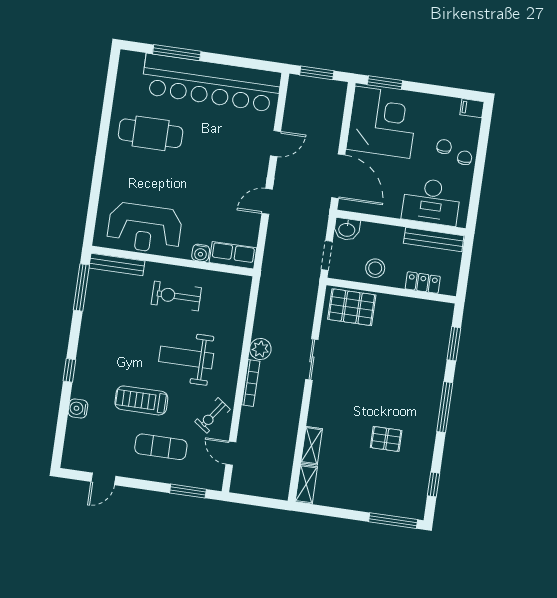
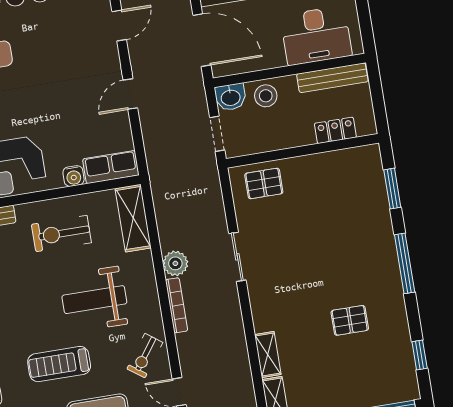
stool: (375, 268) -> (266, 96), moved
shelving: (238, 302) -> (133, 218), added
pallet: (352, 307) -> (264, 183), width x0.67, depth x0.71

